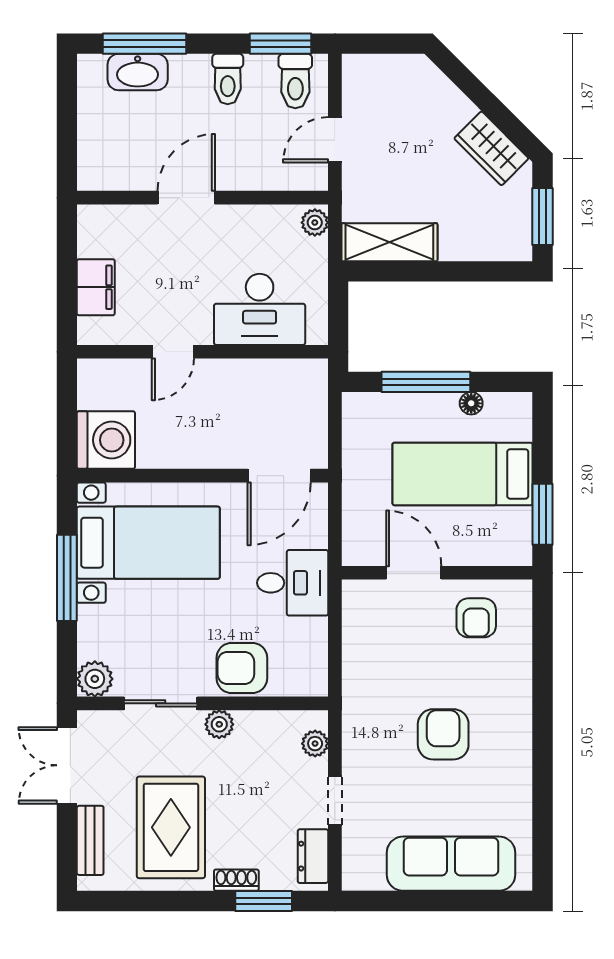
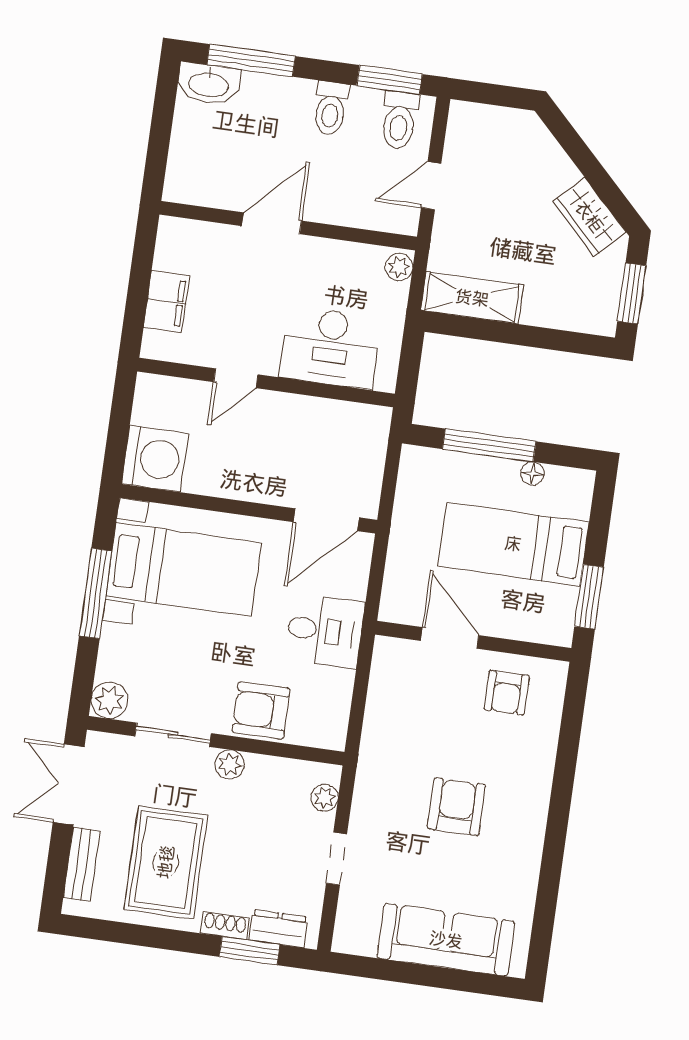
washbasin: (138, 72) -> (209, 84), moved
dresser: (313, 856) -> (278, 929), moved, turned 90

